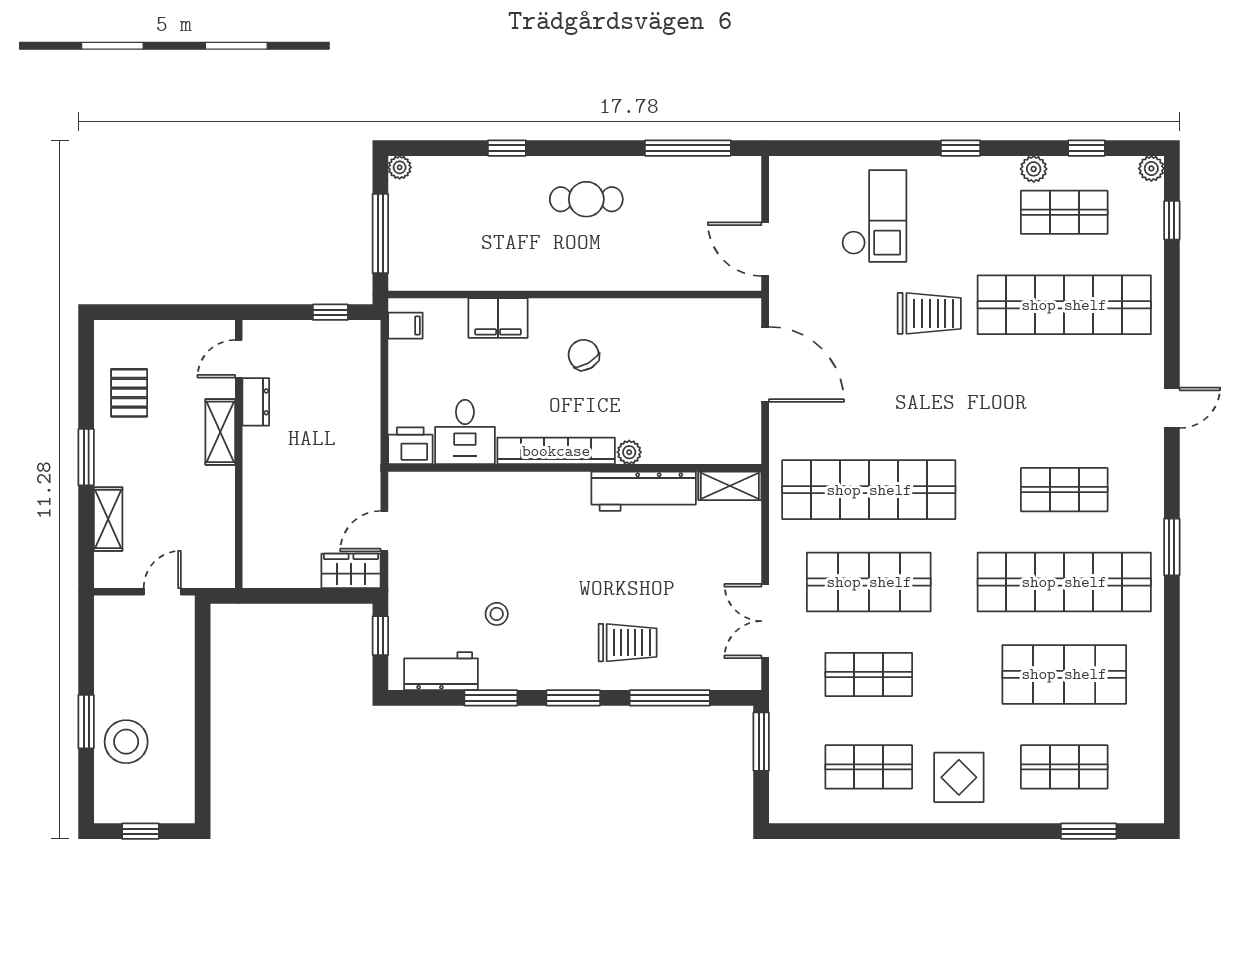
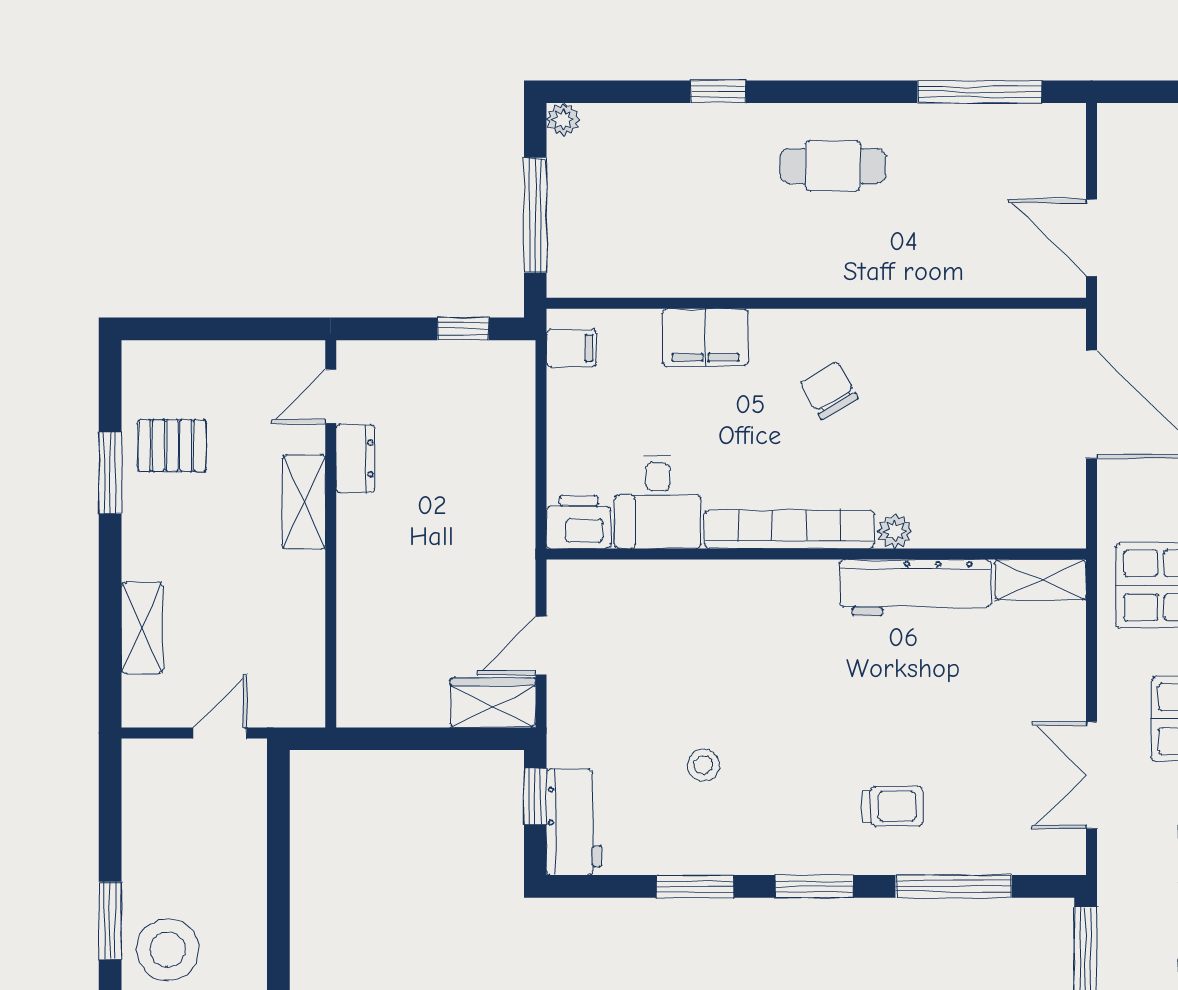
pallet: (129, 393) -> (172, 445), turned 90
window: (86, 457) -> (110, 473), moved
trolley: (628, 643) -> (893, 806), width x0.73, depth x0.72
workbench: (441, 671) -> (574, 822), moved, turned 90

